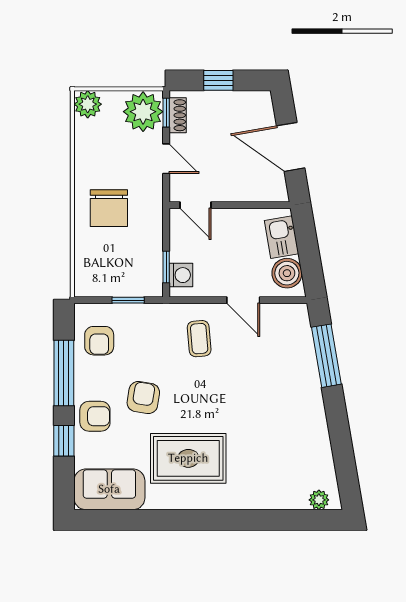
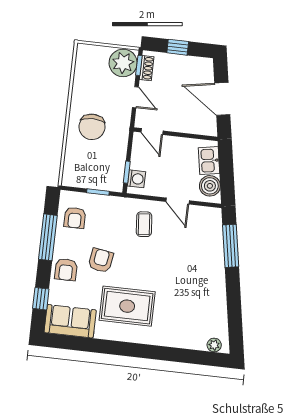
plant: (88, 104) -> (86, 53), removed
armchair: (95, 416) -> (66, 270), turned 90
window: (64, 441) -> (41, 299), moved

